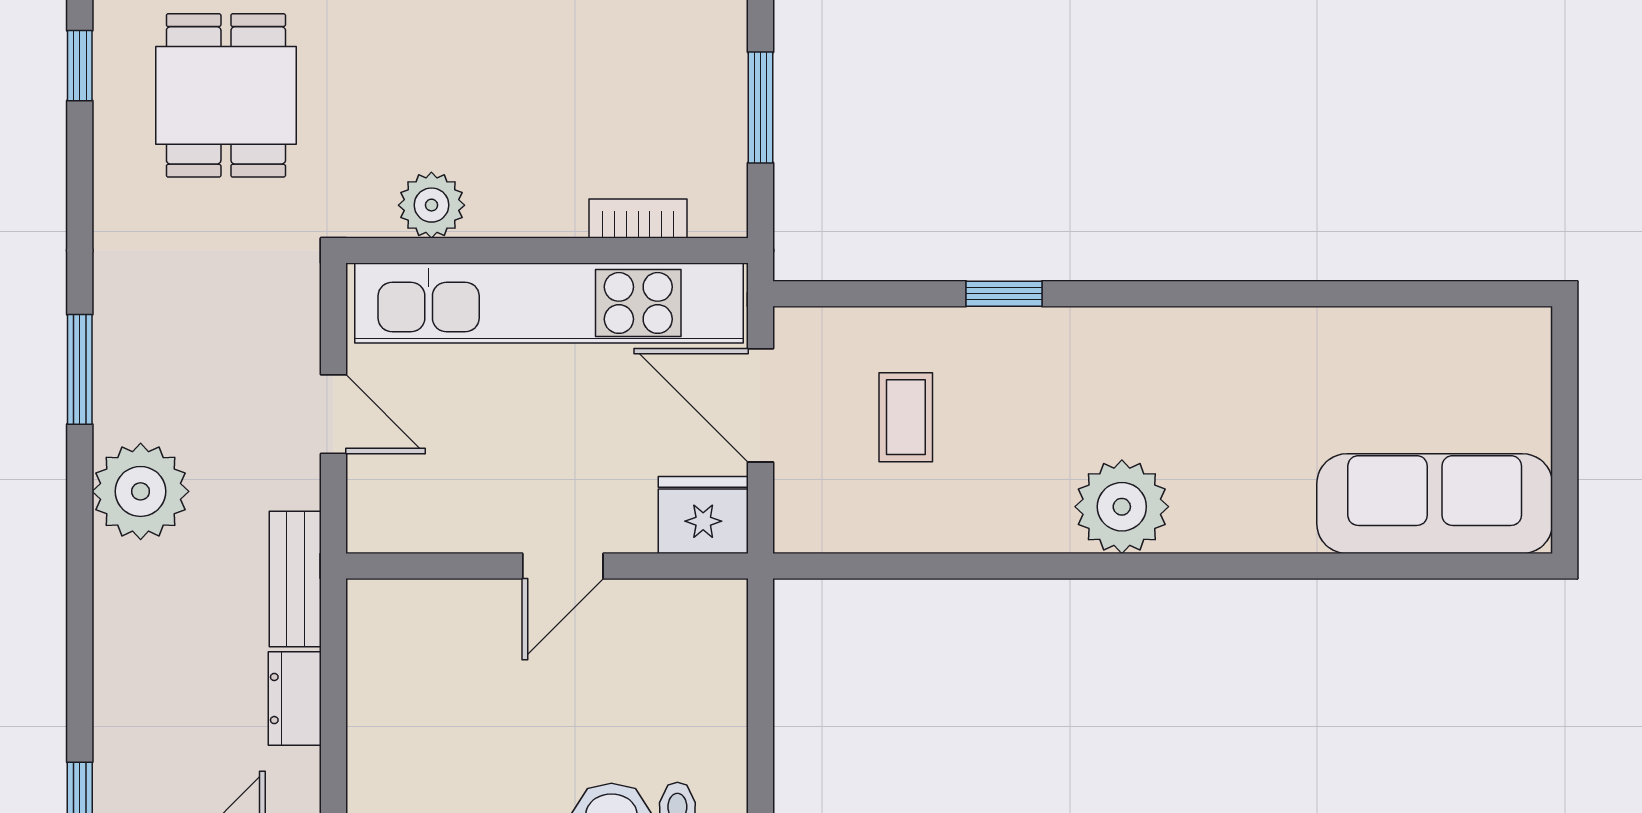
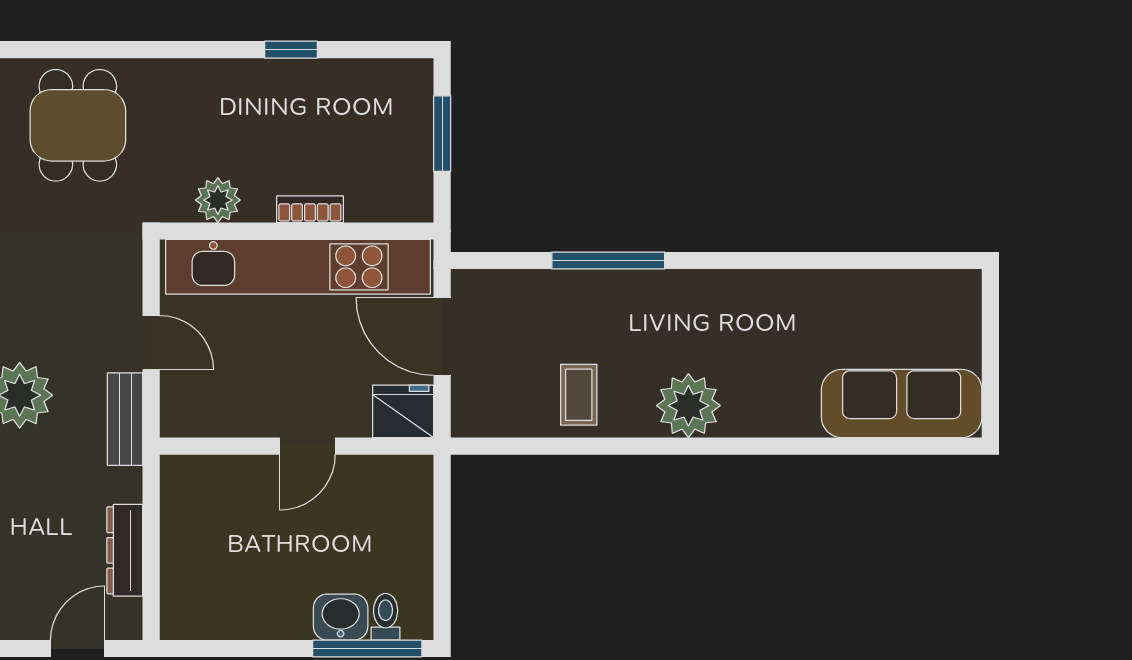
bookcase: (638, 219) -> (310, 209), moved
window: (1004, 294) -> (608, 261), width x2.17
coffee table: (906, 417) -> (579, 395), moved
bench: (295, 579) -> (125, 419), moved
dresser: (295, 699) -> (125, 550), width x1.44

